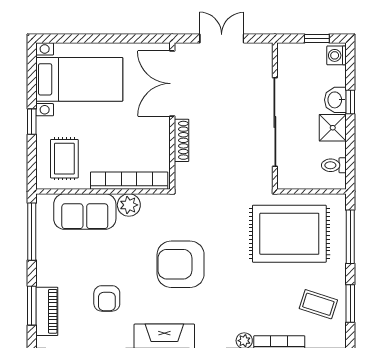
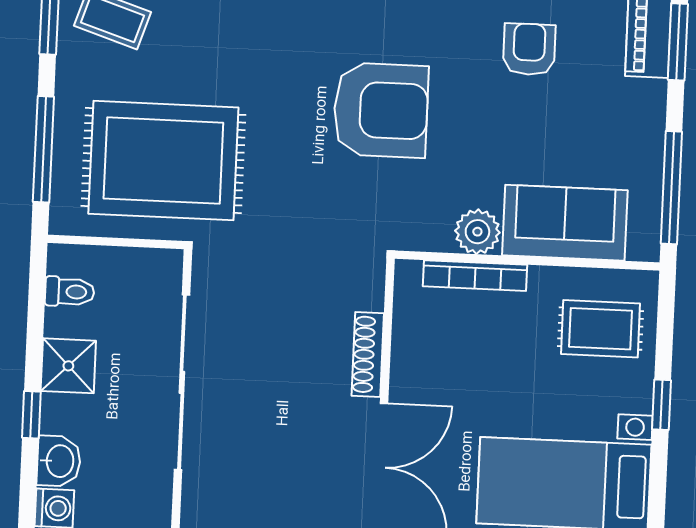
washbasin: (335, 100) -> (59, 461), moved
rug: (64, 159) -> (600, 329), turned 90
bookcase: (129, 181) -> (475, 276), width x0.68, depth x0.76

